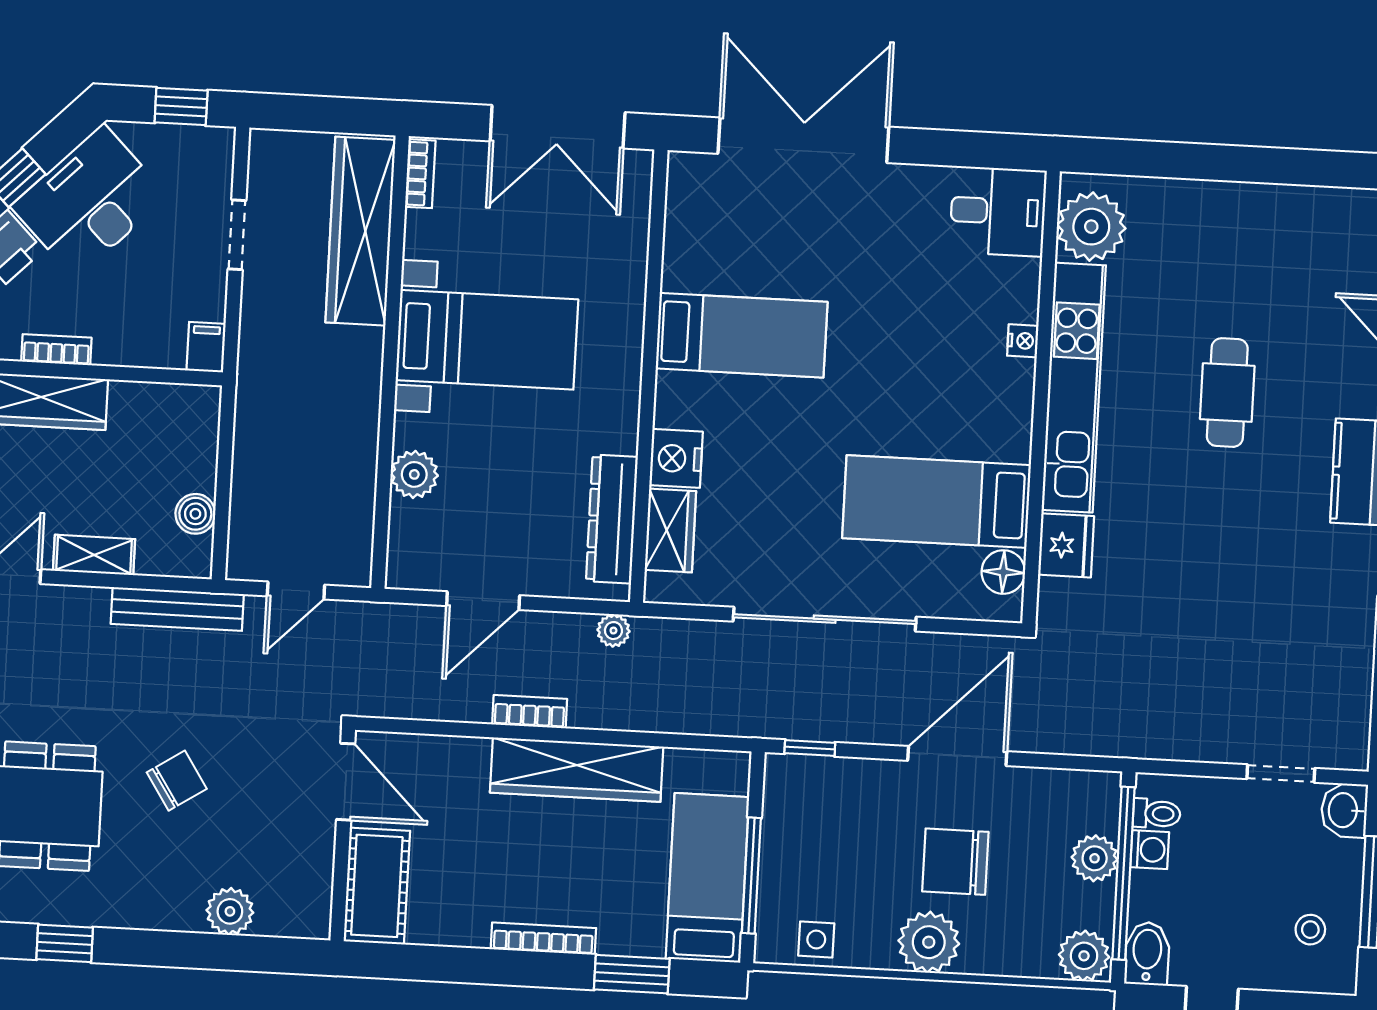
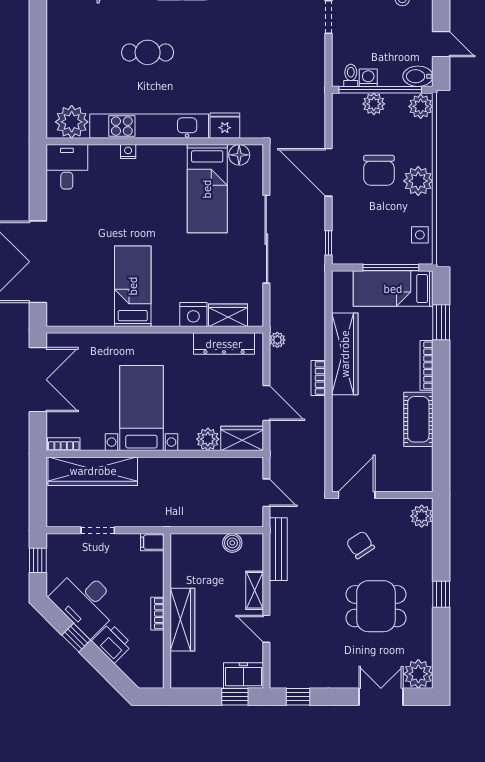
wardrobe: (412, 546) -> (242, 438), added
door: (346, 782) -> (357, 495), moved
wall: (343, 835) -> (382, 495), moved
cot: (377, 886) -> (418, 419), moved, turned 90

